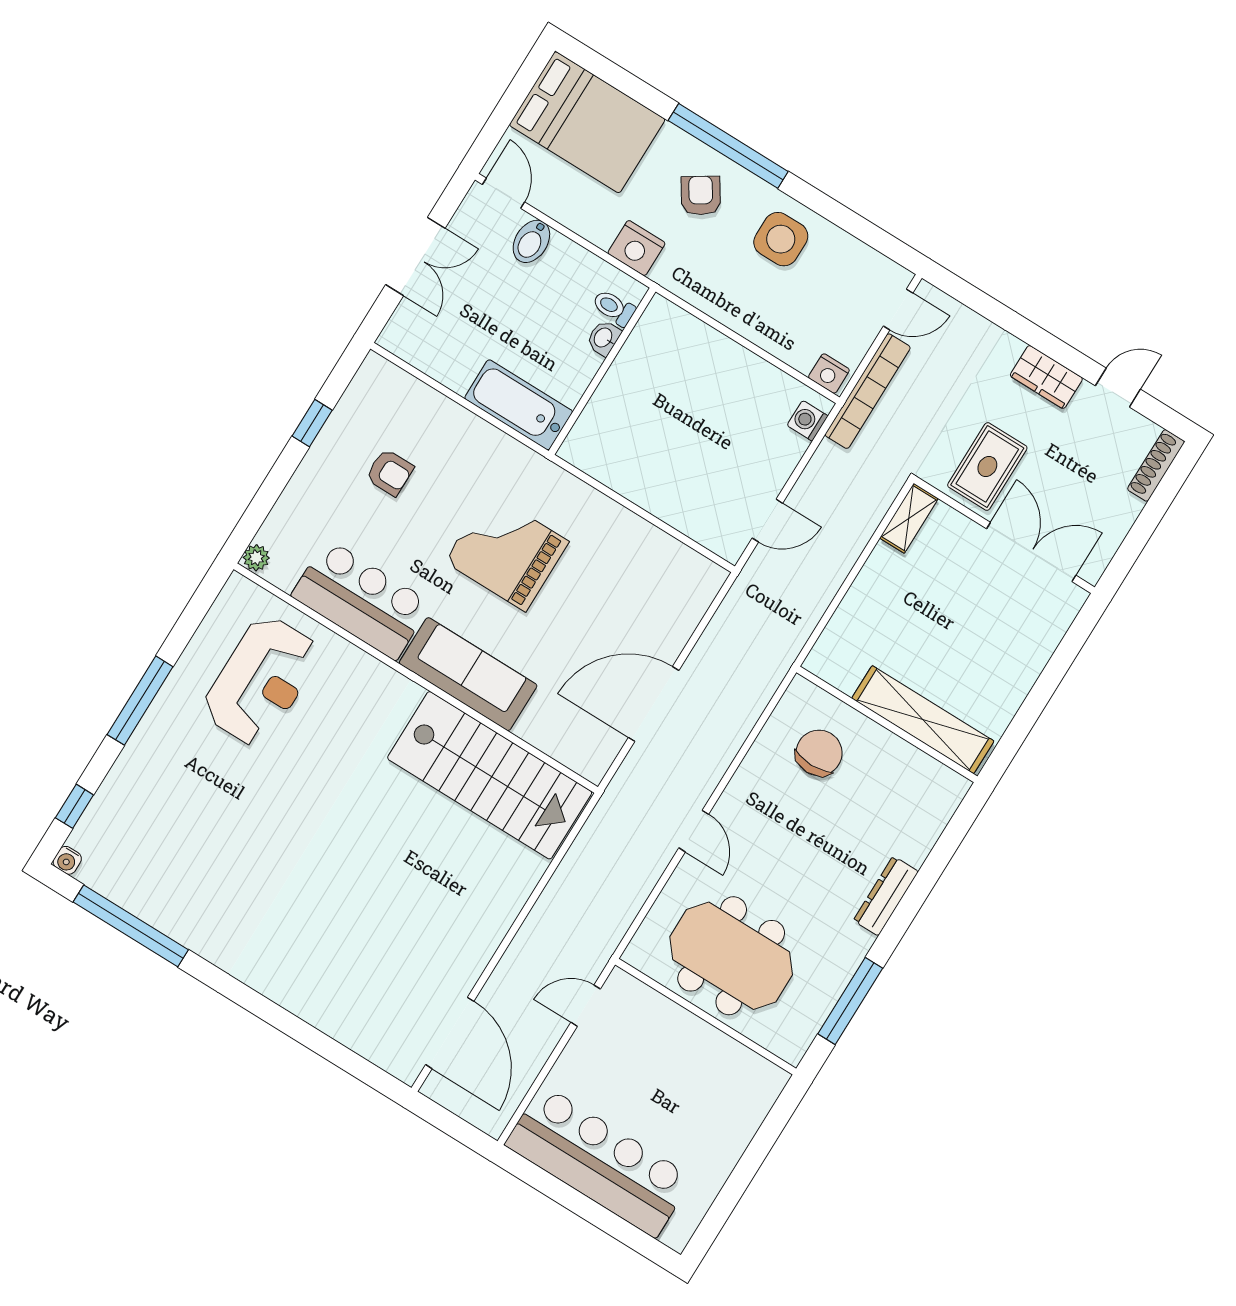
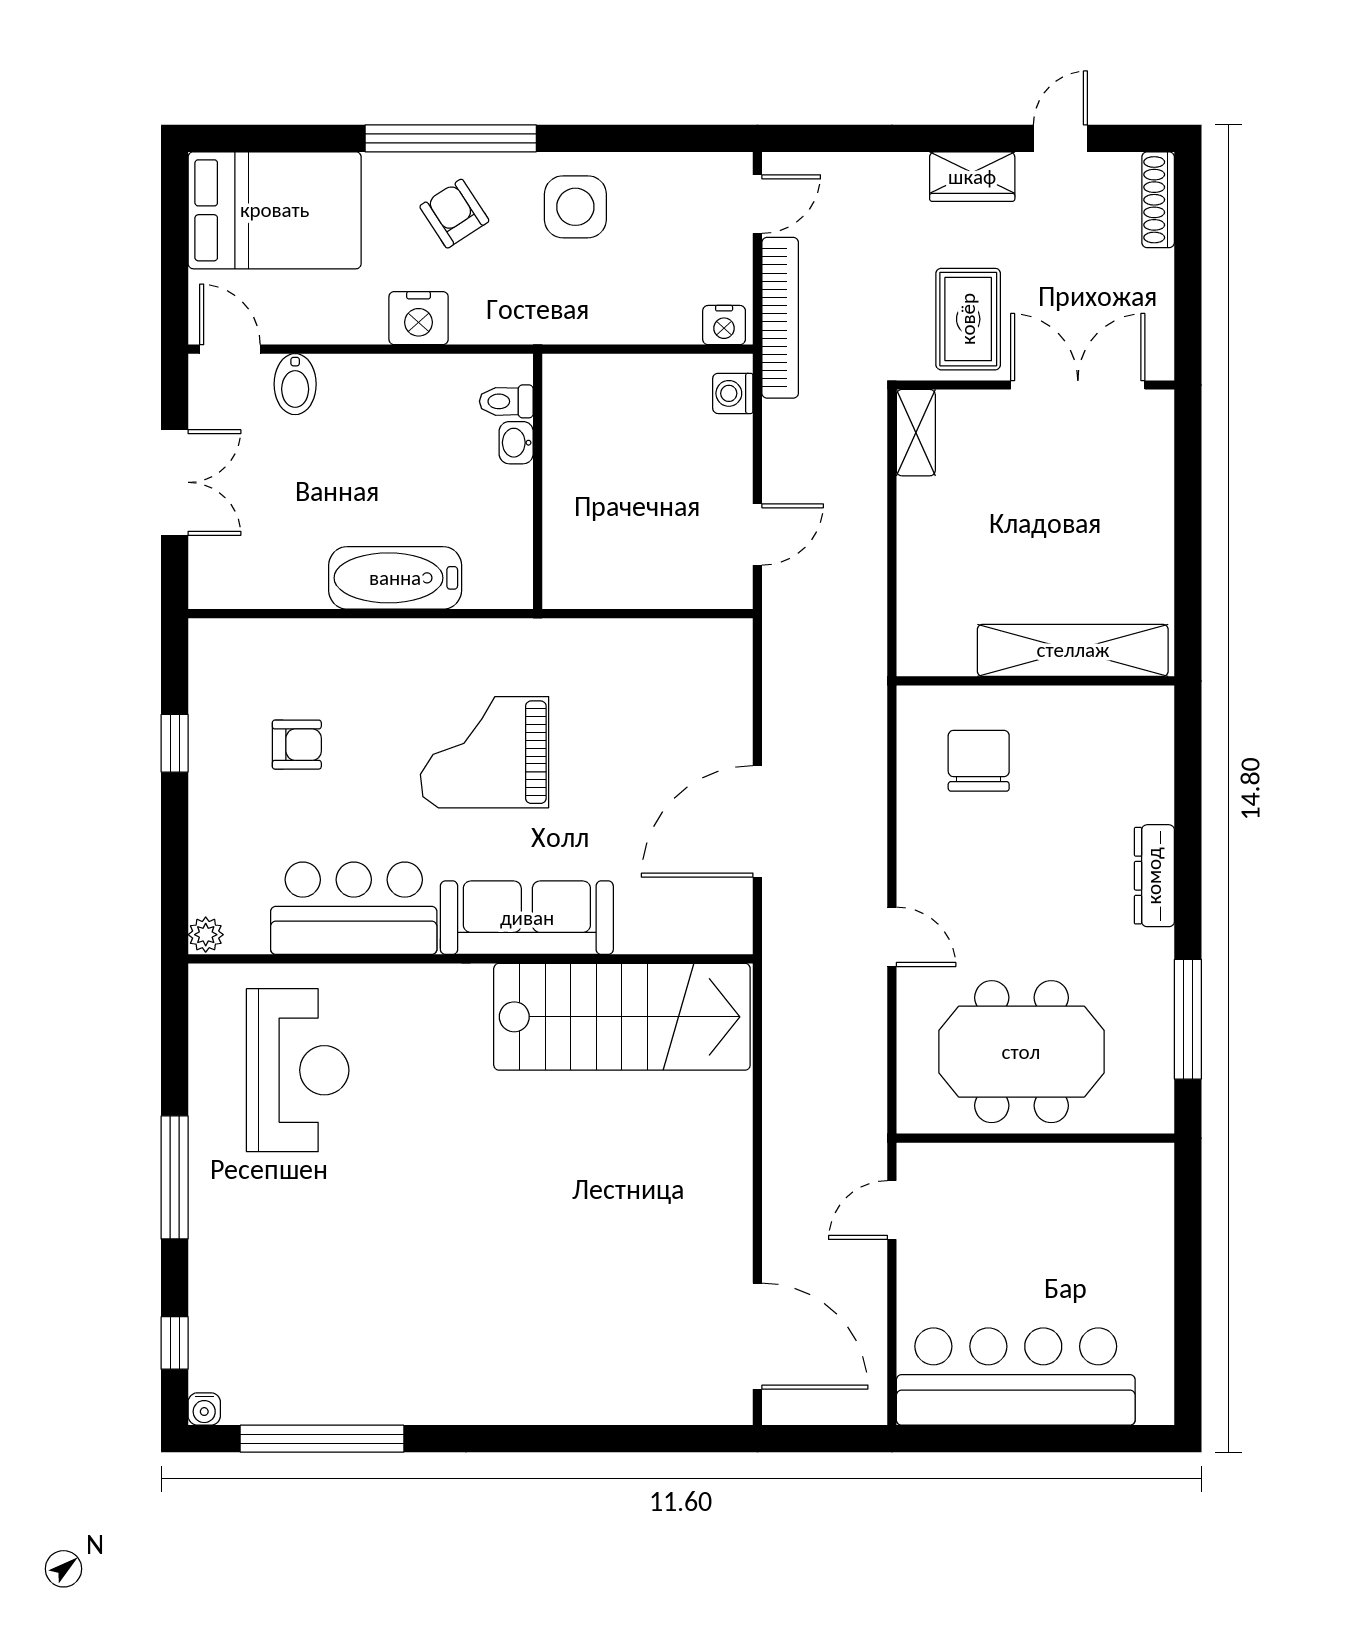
toilet: (614, 308) -> (506, 401), moved
washbasin: (604, 338) -> (516, 443), moved
wall: (602, 371) -> (538, 481), moved

